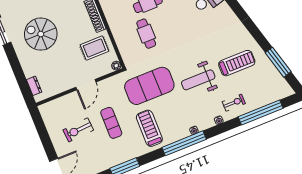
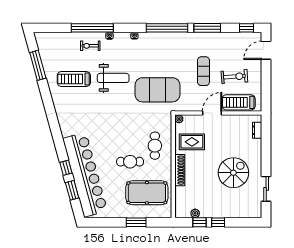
spiral stairs: (41, 34) -> (233, 173), turned -90
cafe table: (146, 34) -> (155, 146), moved
window: (261, 112) -> (92, 28), moved
treadmill: (149, 128) -> (239, 102), moved, turned 90
window: (184, 143) -> (167, 28), moved

